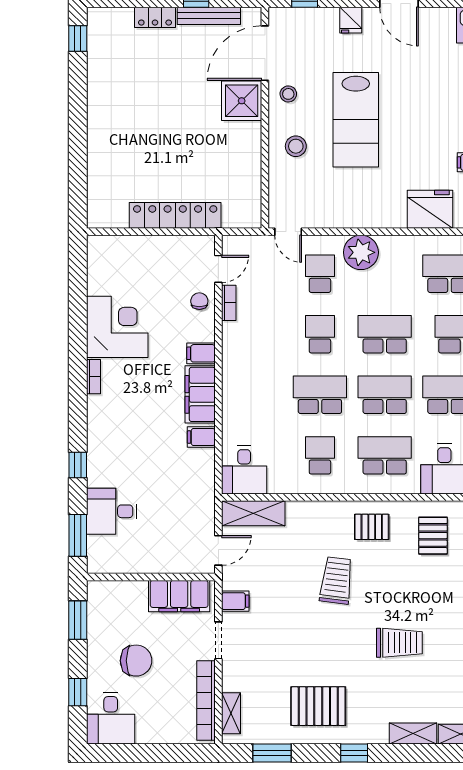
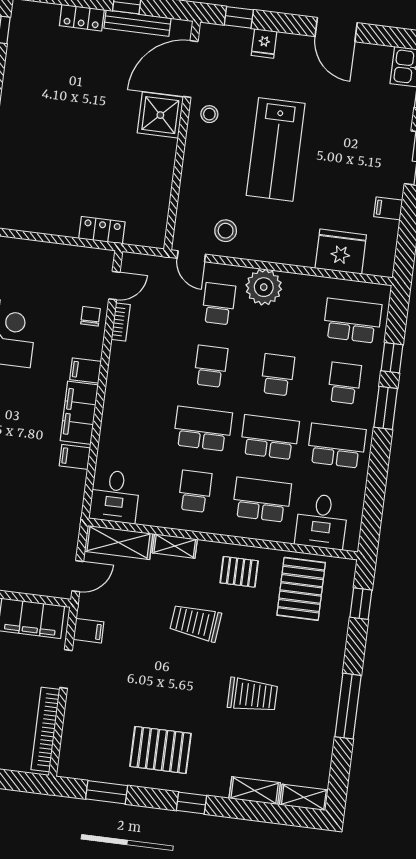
fridge: (351, 20) -> (264, 43), moved
stool: (296, 146) -> (226, 231), moved
locker: (175, 215) -> (102, 230), width x0.46, depth x0.83
school desk: (385, 334) -> (278, 375), width x0.54
pallet: (433, 536) -> (301, 589), width x1.50, depth x1.42
trolley: (336, 580) -> (196, 623), turned -91
shelving: (231, 713) -> (175, 546), moved, turned 90

